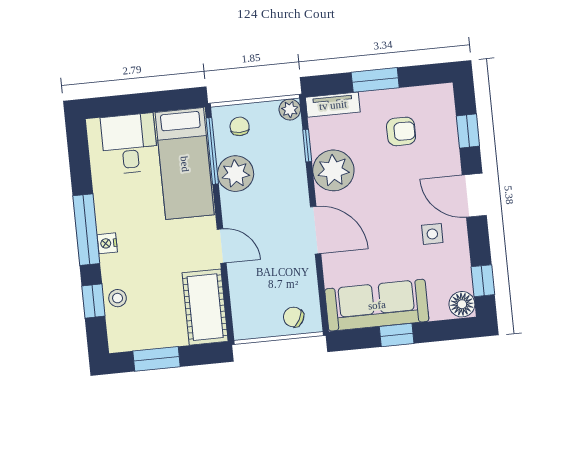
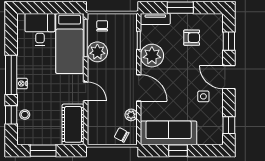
plant: (290, 109) -> (131, 115), moved
floor lamp: (462, 304) -> (216, 137), removed

